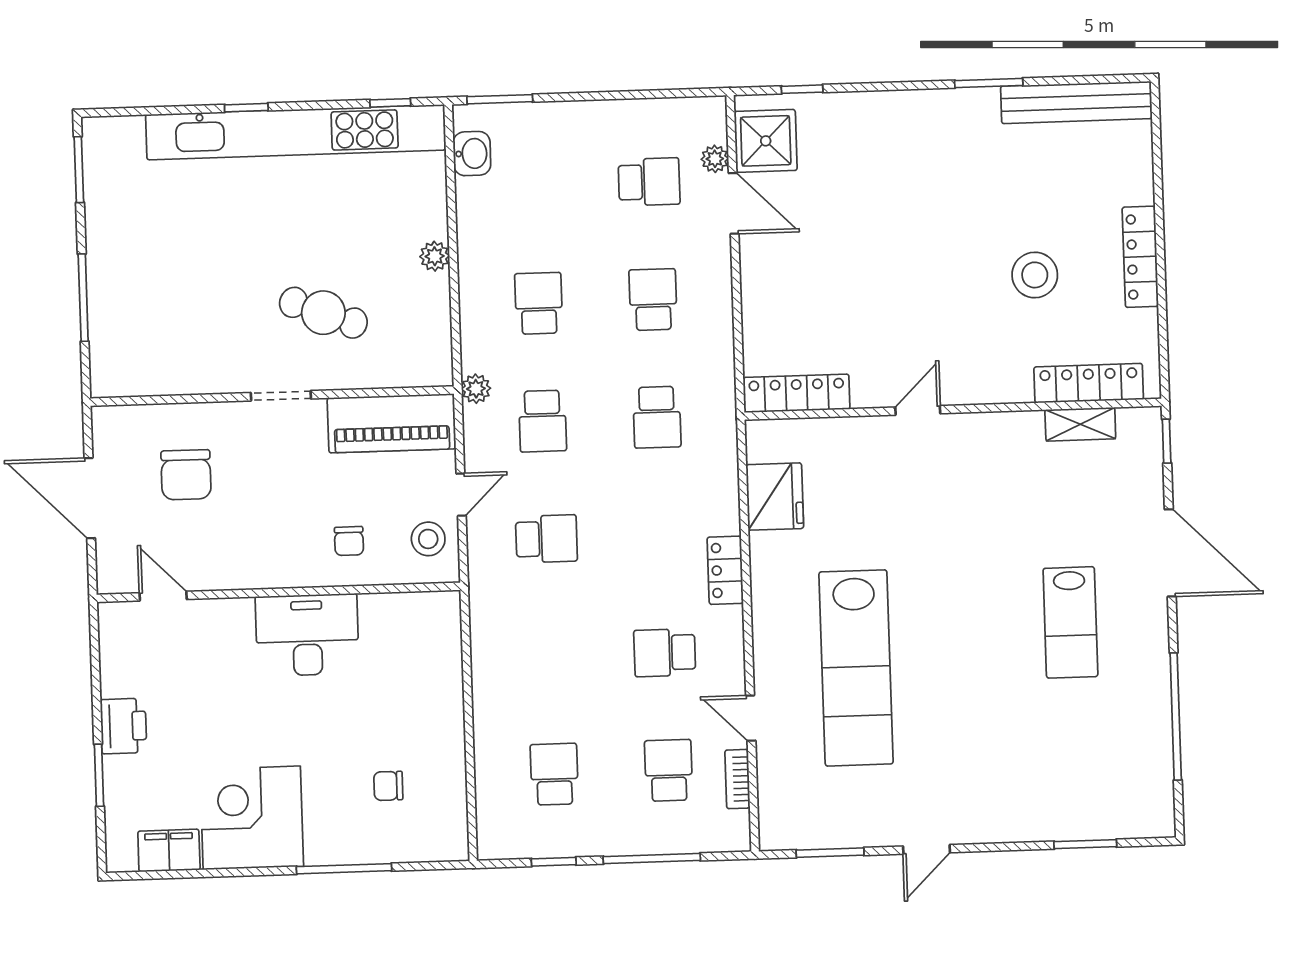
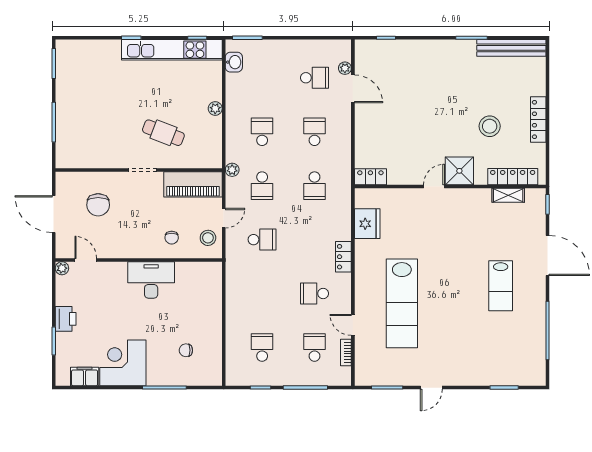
kitchen unit: (296, 132) -> (172, 50), width x0.73
shower: (766, 141) -> (459, 171), moved
locker: (797, 393) -> (370, 177), width x0.66
plant: (112, 616) -> (62, 268), added

